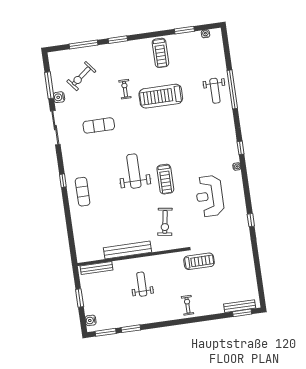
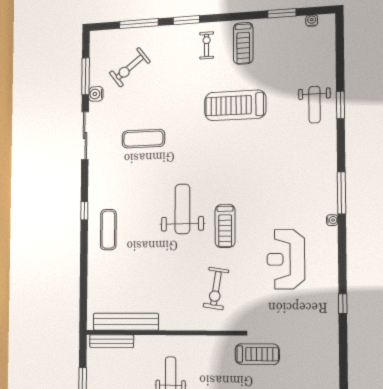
exercise bike: (125, 89) -> (207, 45), moved
window: (232, 89) -> (340, 105), width x0.47
window: (241, 148) -> (341, 193), width x2.17
bench: (128, 250) -> (126, 322), moved

